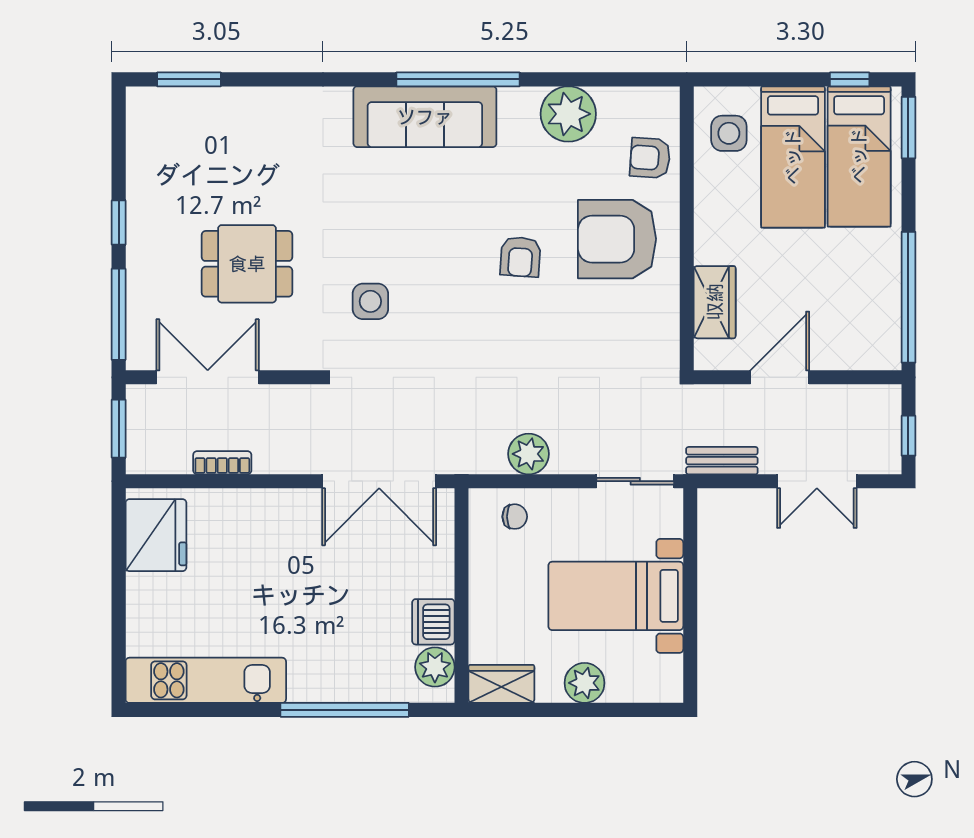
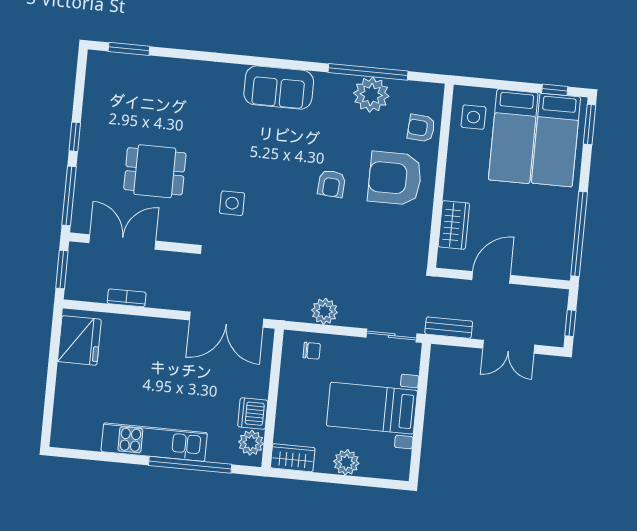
window: (458, 79) -> (368, 72), moved
sofa: (425, 117) -> (279, 88), width x0.73
kitchen unit: (206, 680) -> (154, 442), moved

